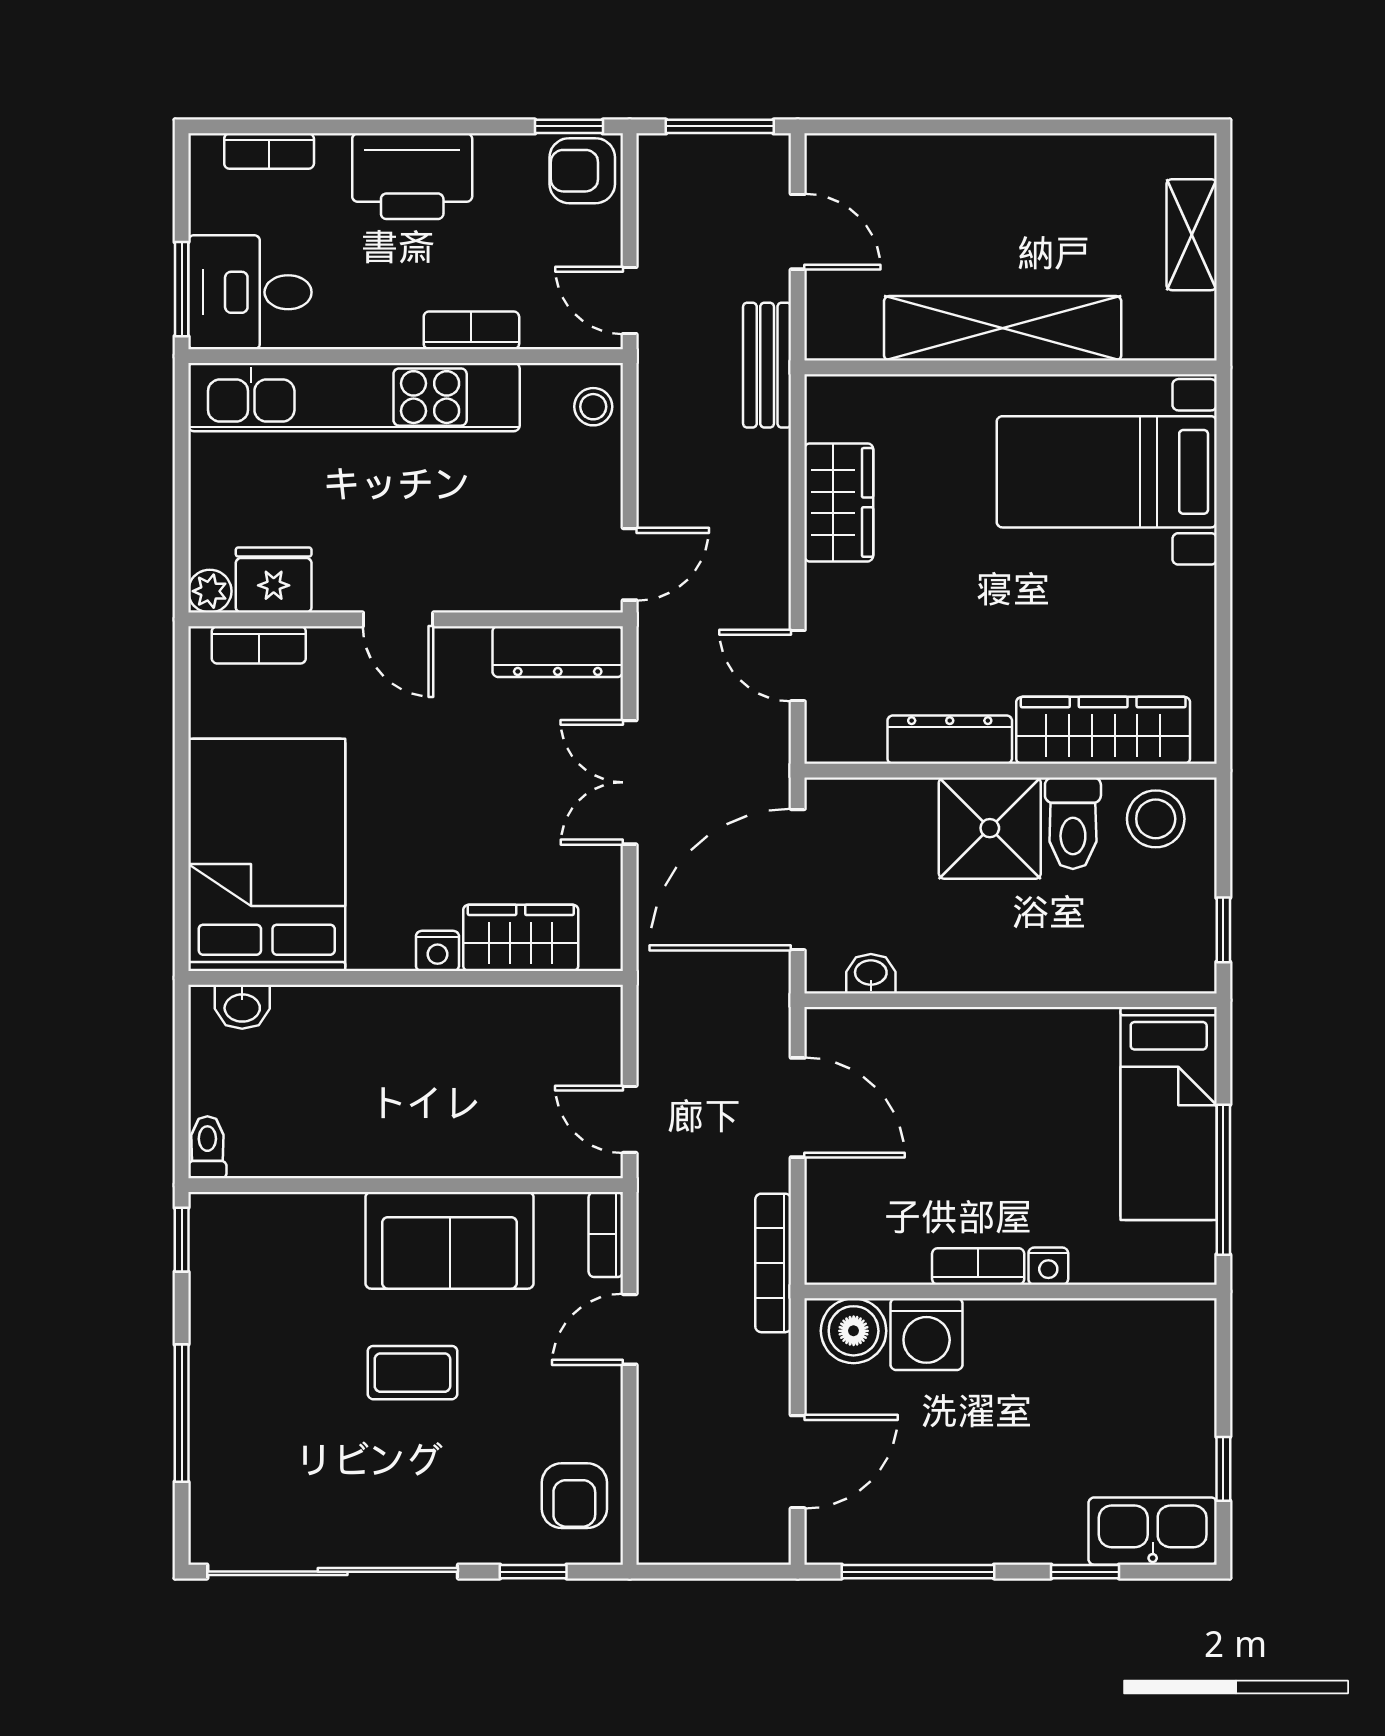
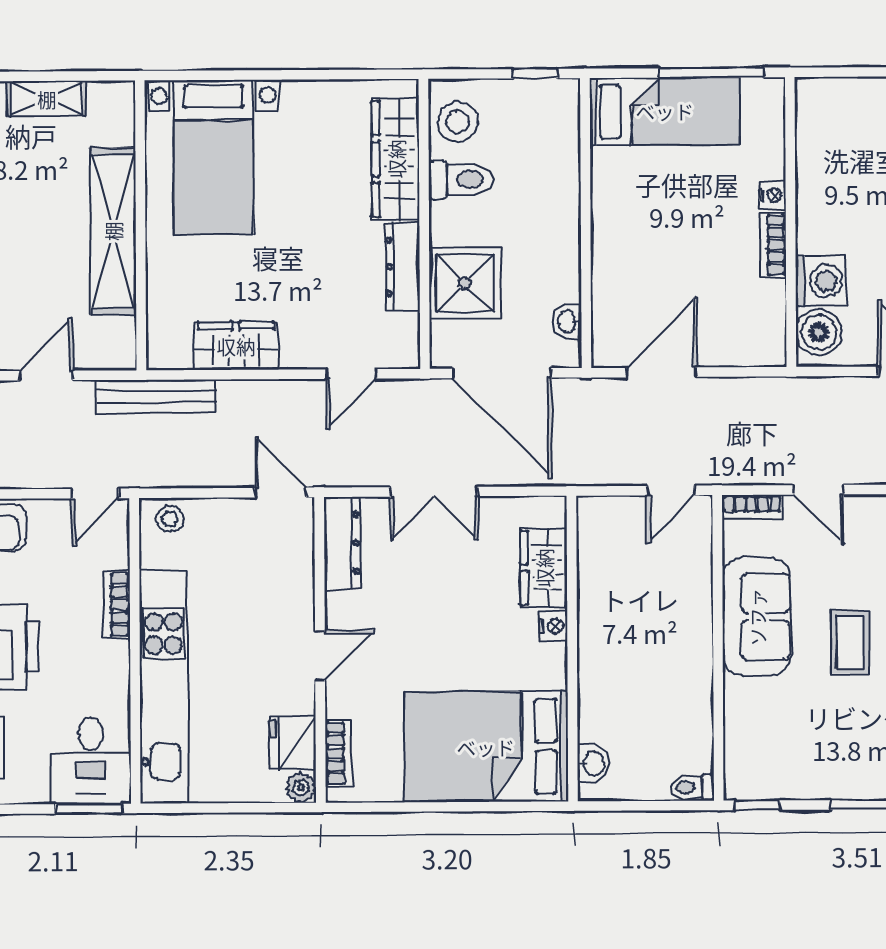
bench: (767, 365) -> (156, 397), width x1.36
shower: (990, 828) -> (465, 283), moved
bookcase: (773, 1263) -> (771, 389), removed

